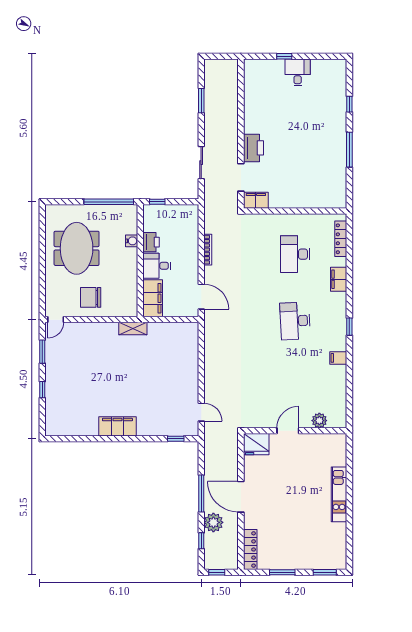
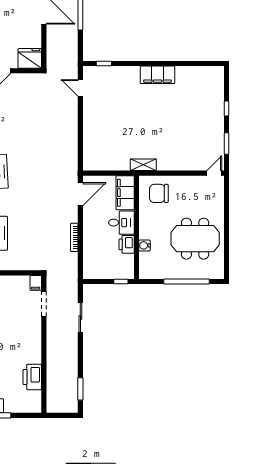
window: (201, 101) -> (80, 389), moved
printer: (253, 148) -> (32, 377), moved
filing cabinet: (256, 200) -> (36, 283), width x0.50
window: (109, 202) -> (186, 281), moved
meeting table: (77, 248) -> (195, 239), turned 90
chair: (91, 297) -> (159, 193), moved, turned 180
door: (201, 297) -> (80, 194), swing flipped

